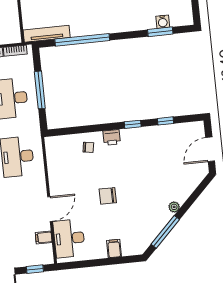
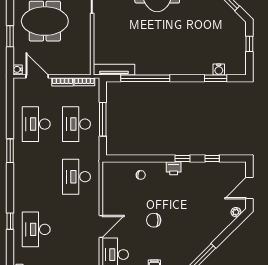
printer: (112, 137) -> (174, 168), moved
plant: (174, 207) -> (236, 212), moved
filing cabinet: (44, 238) -> (93, 251), removed

